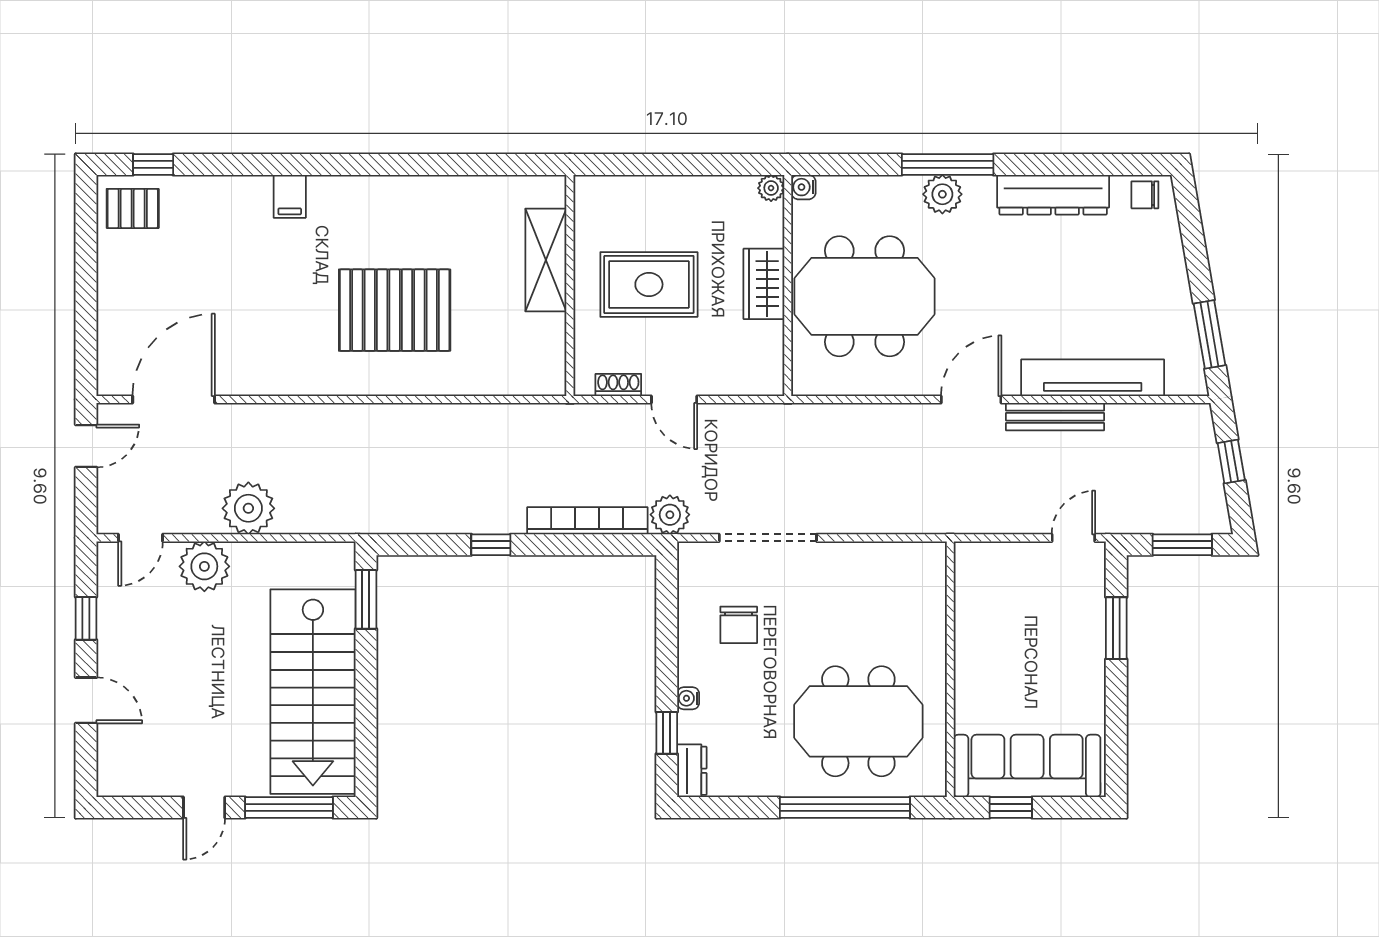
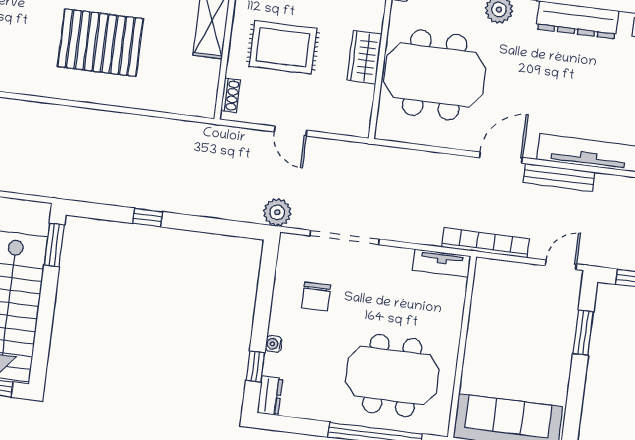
shoe rack: (618, 385) -> (230, 95), moved, turned 90
bookcase: (587, 521) -> (486, 243), moved
tv unit: (907, 556) -> (442, 263), added

